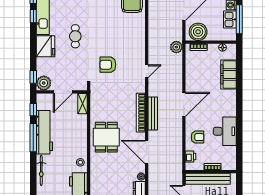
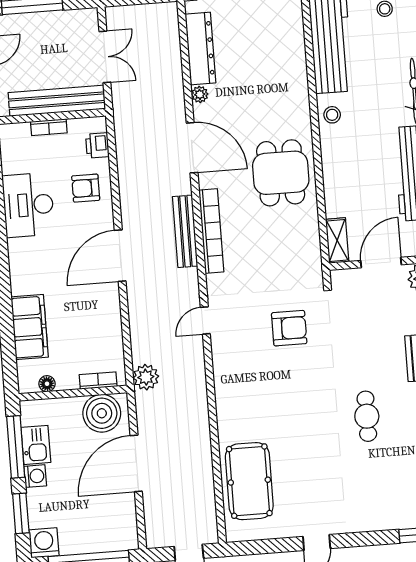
cafe table: (75, 36) -> (367, 416), moved

